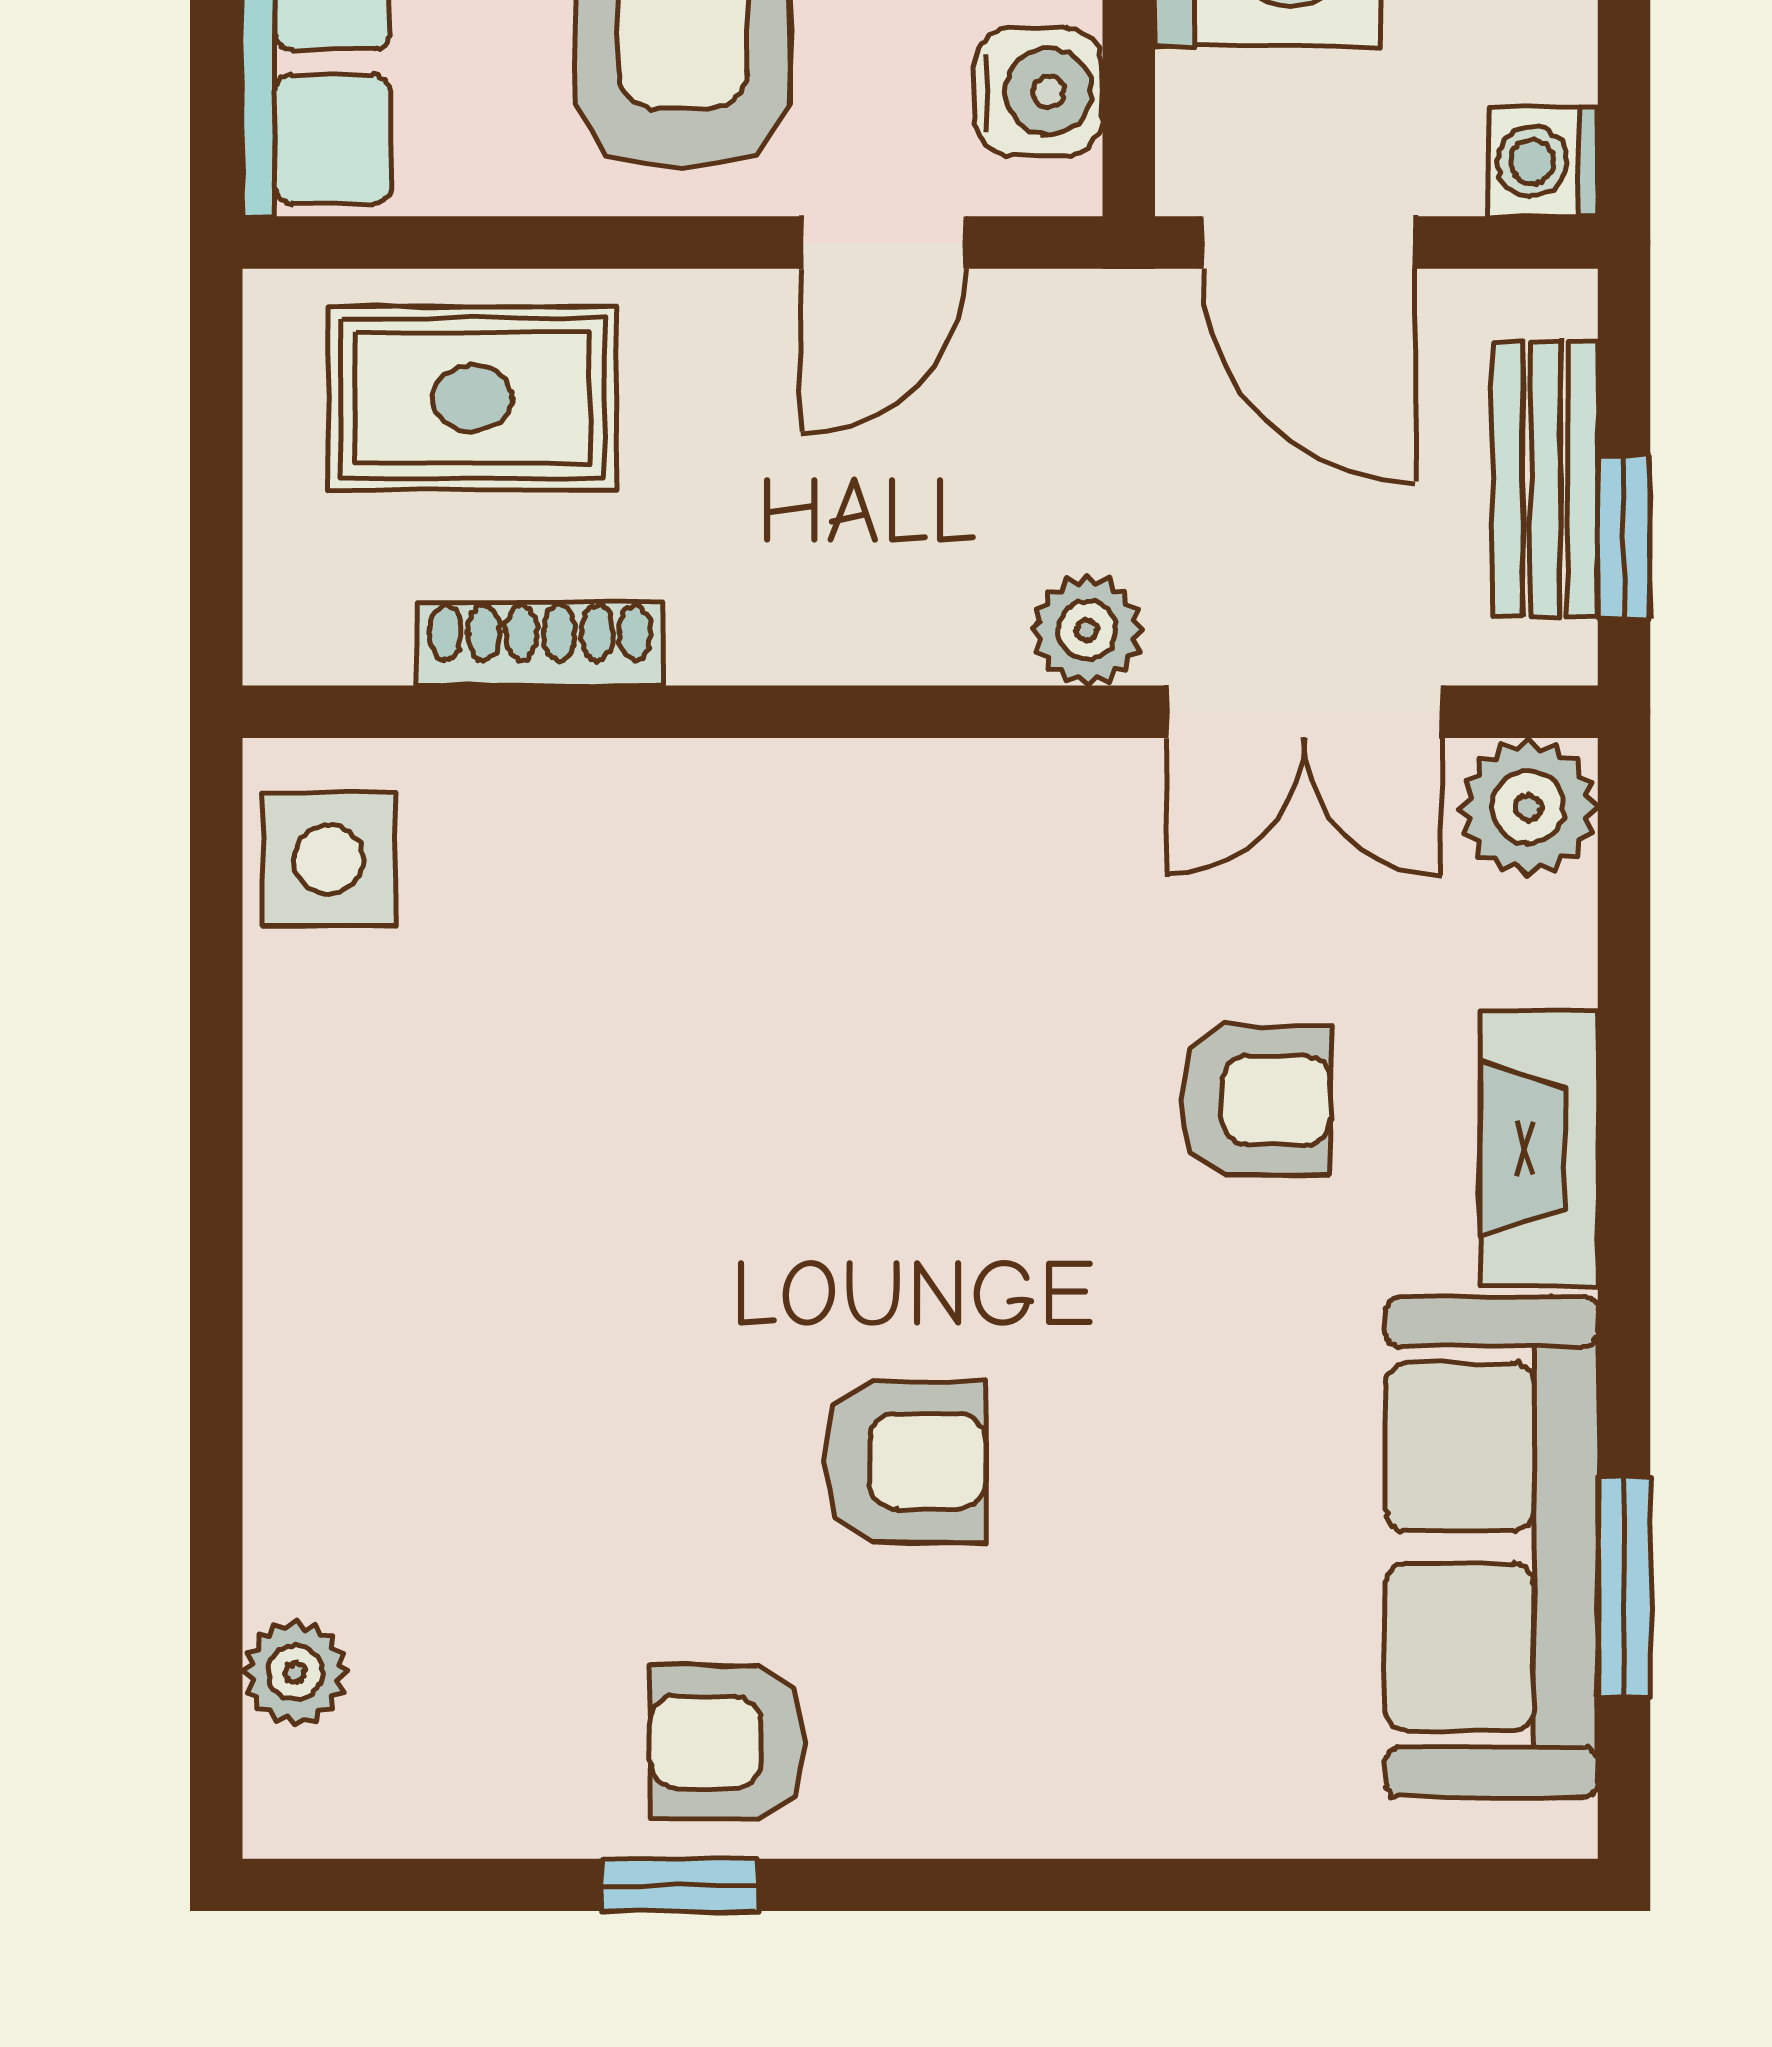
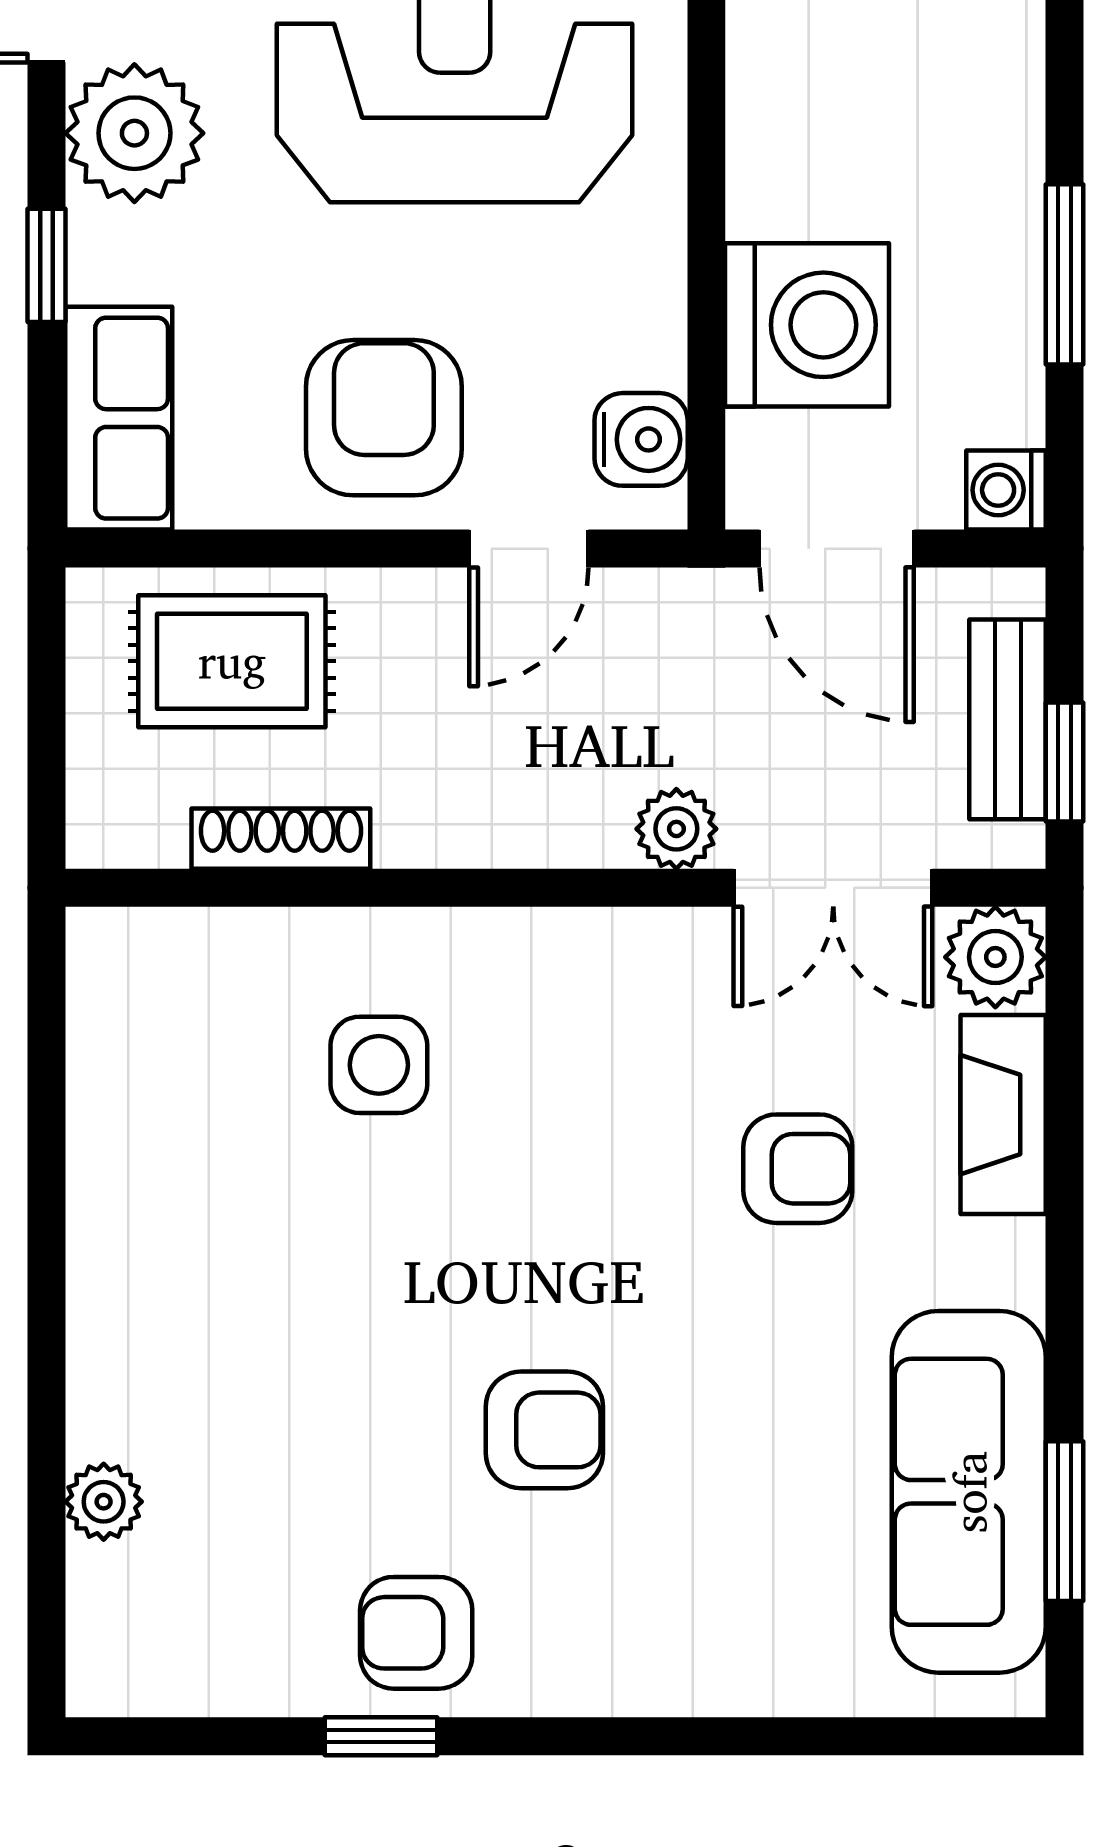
side table: (329, 859) -> (379, 1065), moved
fireplace: (1539, 1149) -> (1003, 1115), moved
plant: (295, 1673) -> (104, 1502), moved

